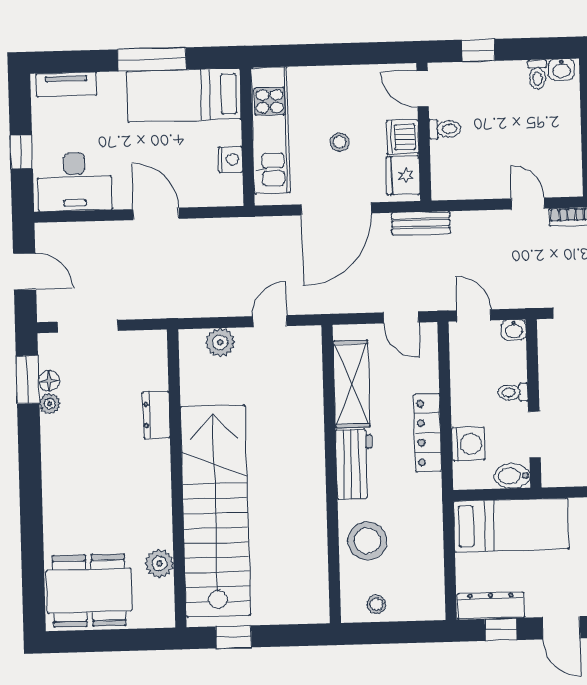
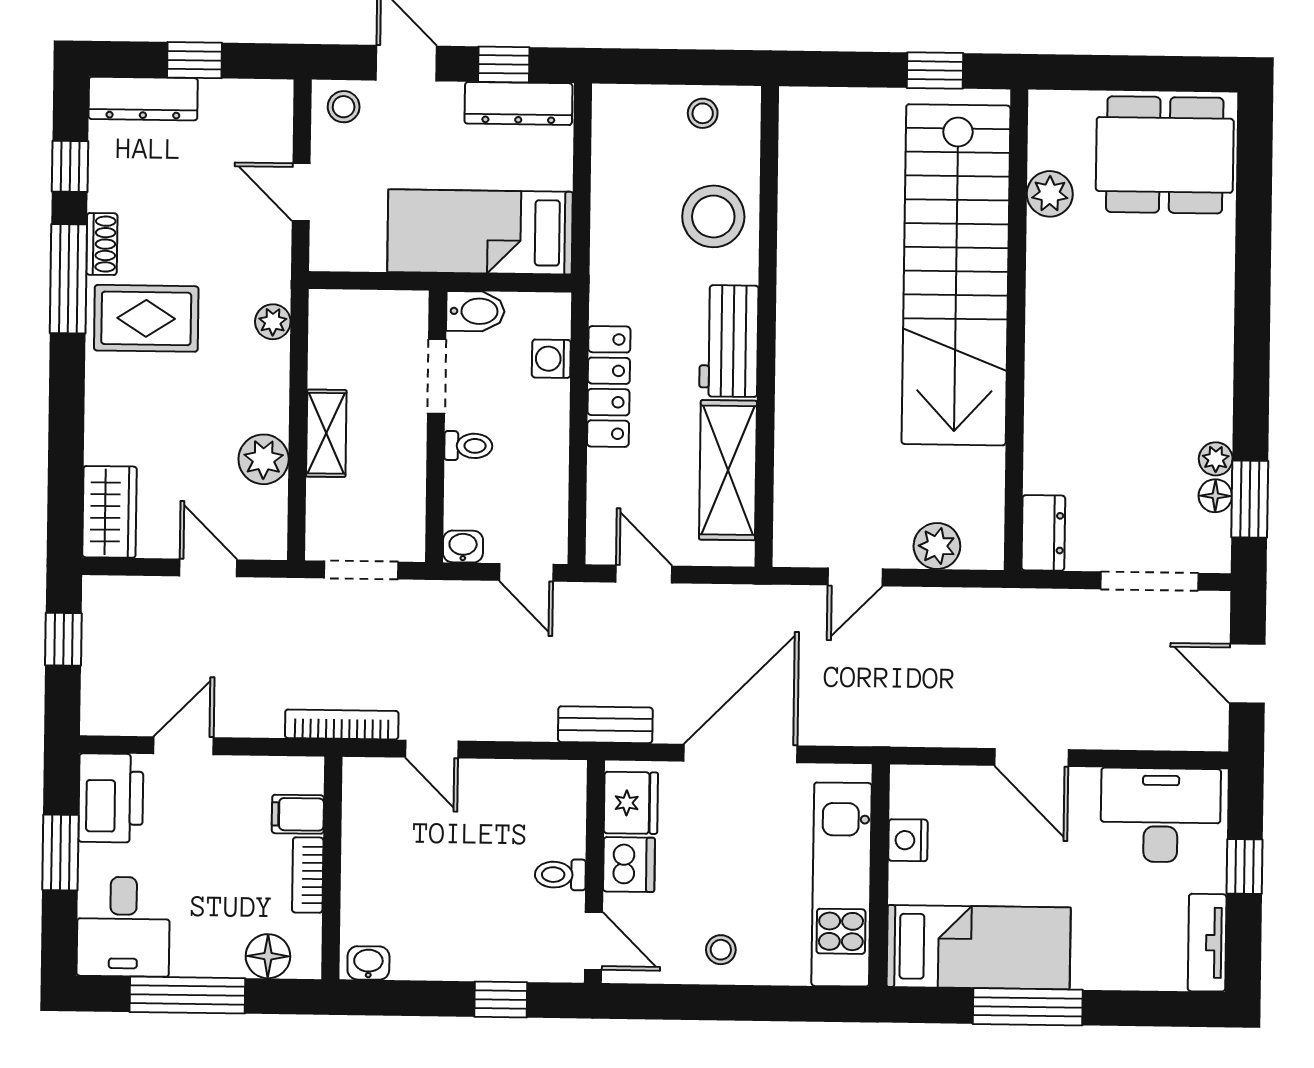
toilet: (537, 74) -> (407, 956), removed
tv unit: (66, 84) -> (1207, 943), moved, turned -90
stool: (340, 142) -> (721, 950), moved
dresser: (156, 415) -> (1043, 533), moved
washing machine: (468, 444) -> (551, 359), width x0.73, depth x0.73

